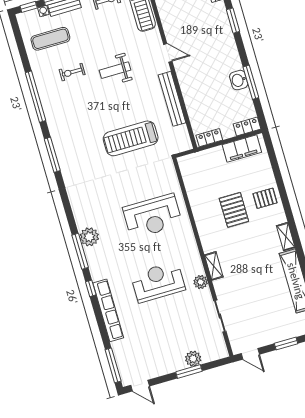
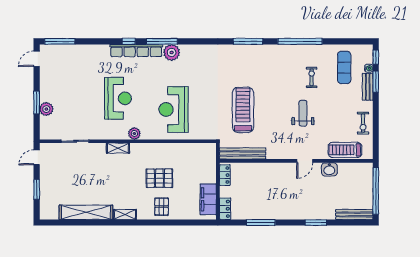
washbasin: (239, 80) -> (329, 169), moved, turned 180
bench: (172, 99) -> (243, 154), moved
plant: (201, 282) -> (134, 133), moved
row of seats: (108, 310) -> (136, 50), moved

